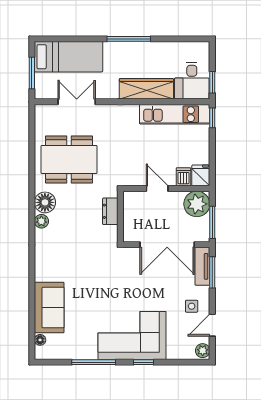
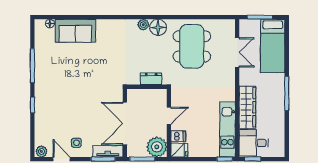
corner sofa: (132, 335) -> (53, 96), removed

